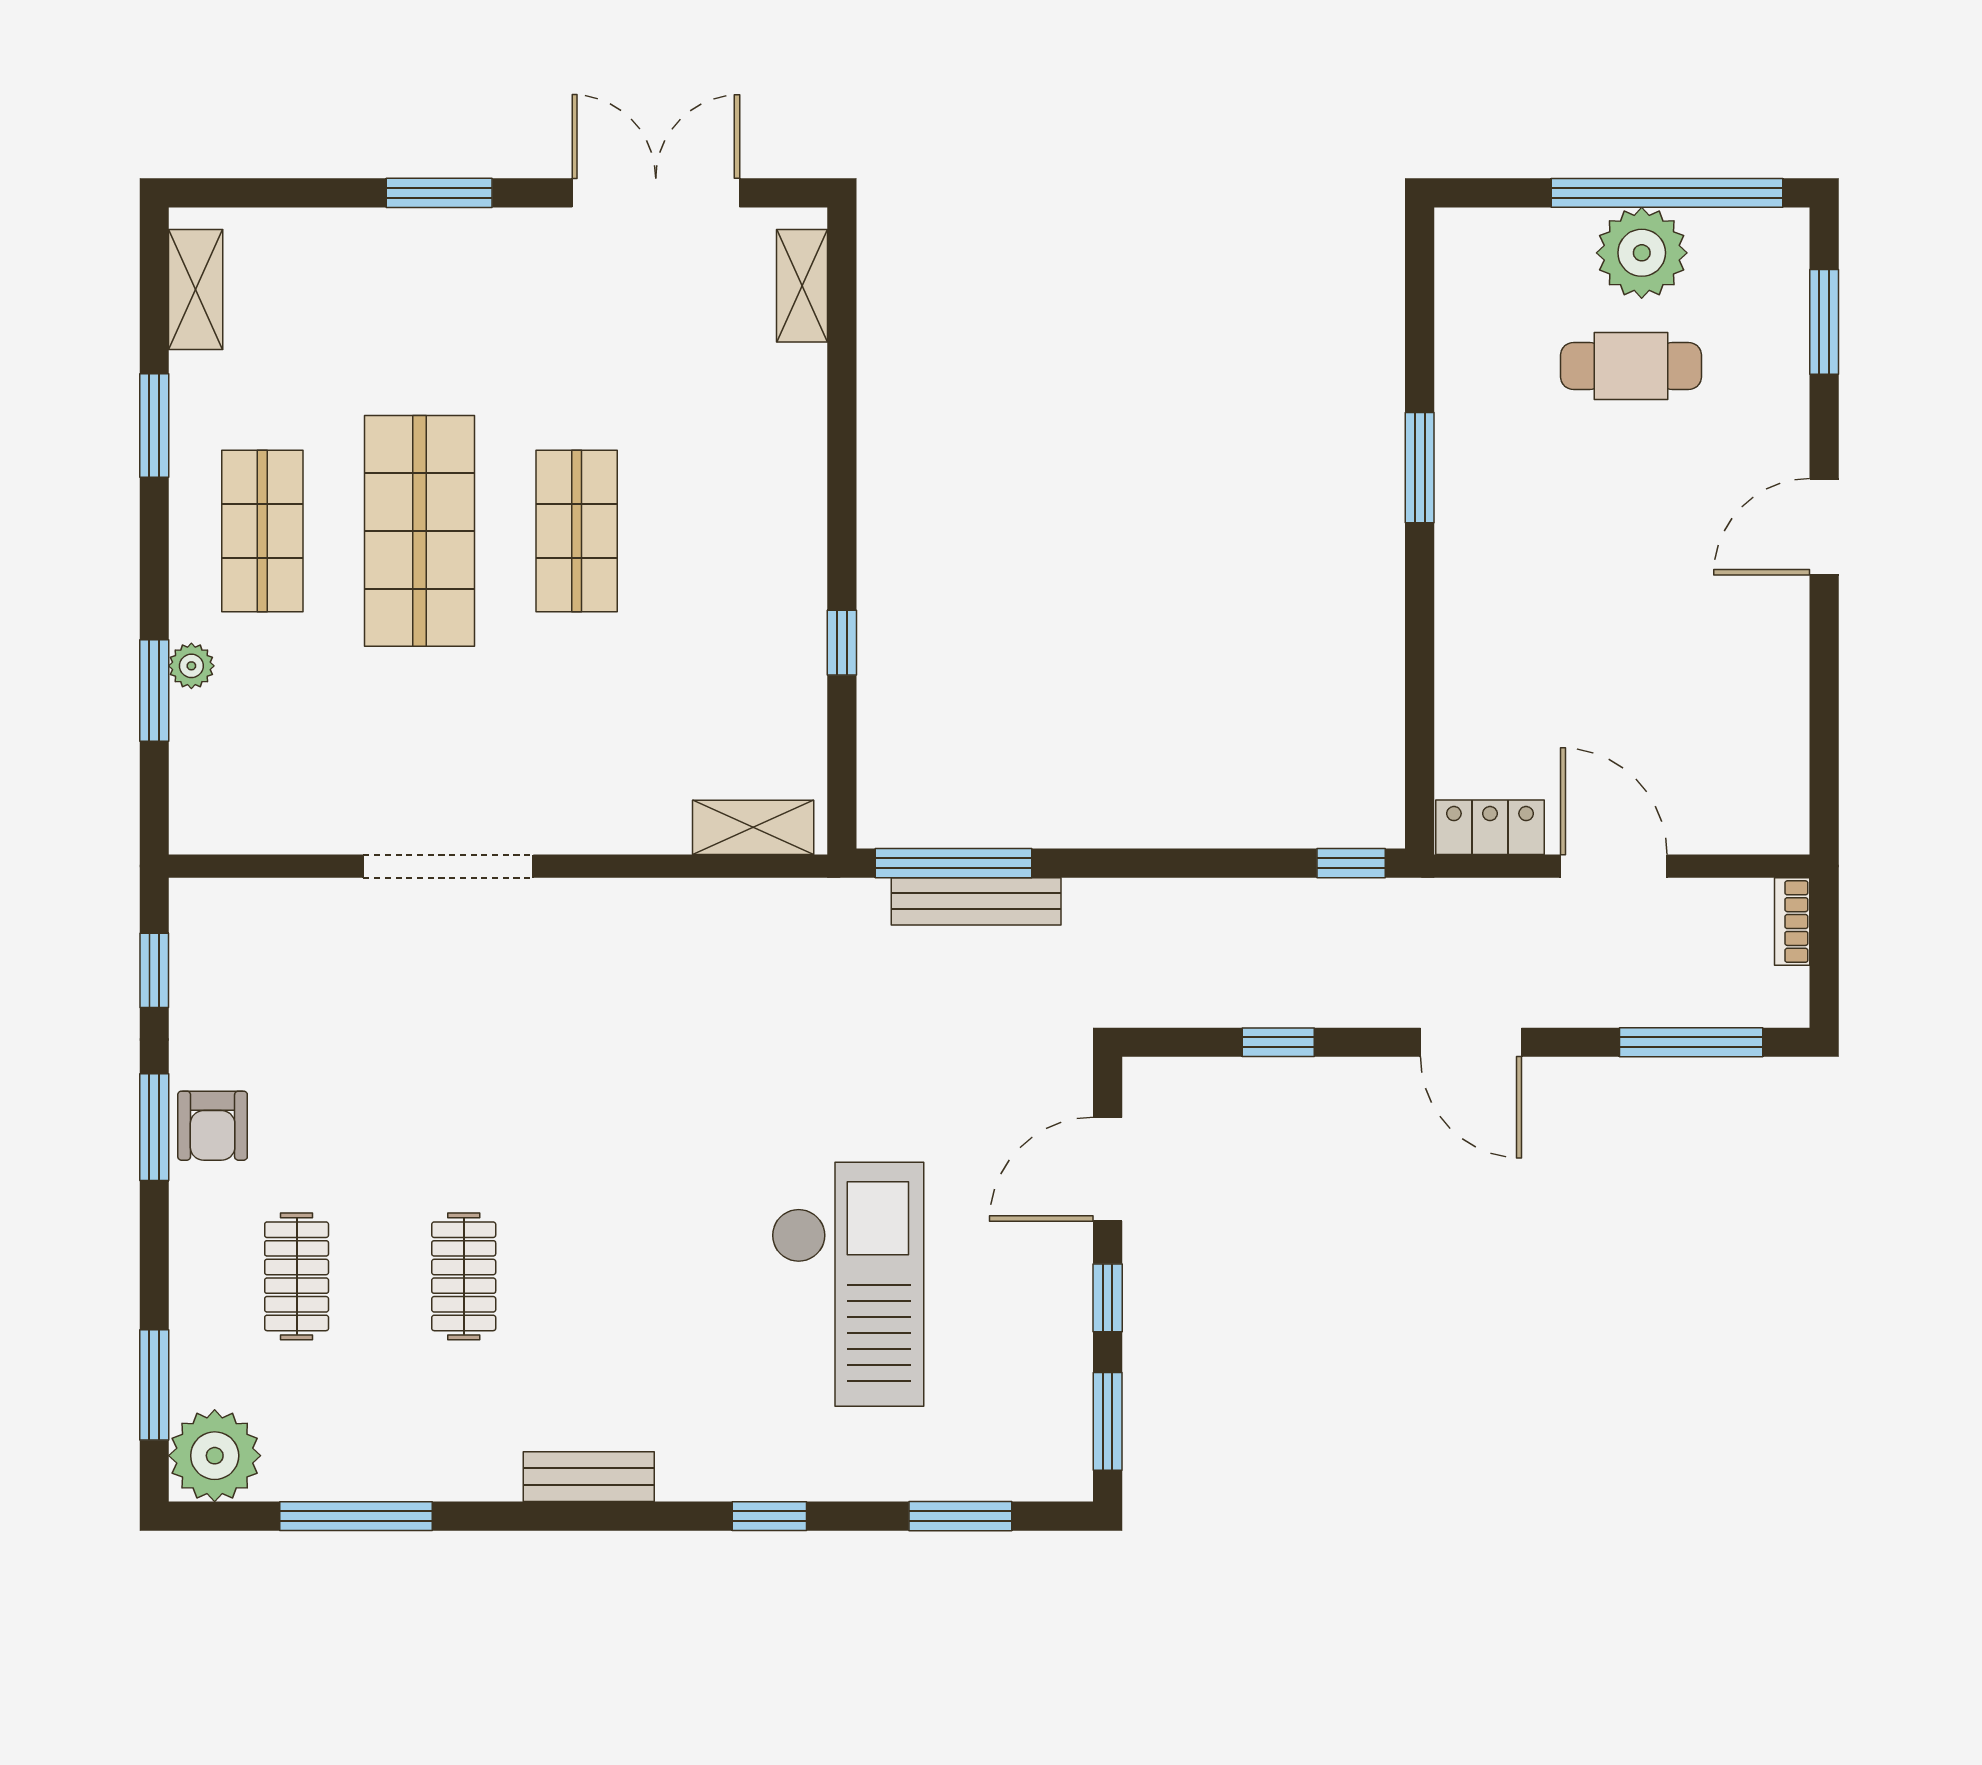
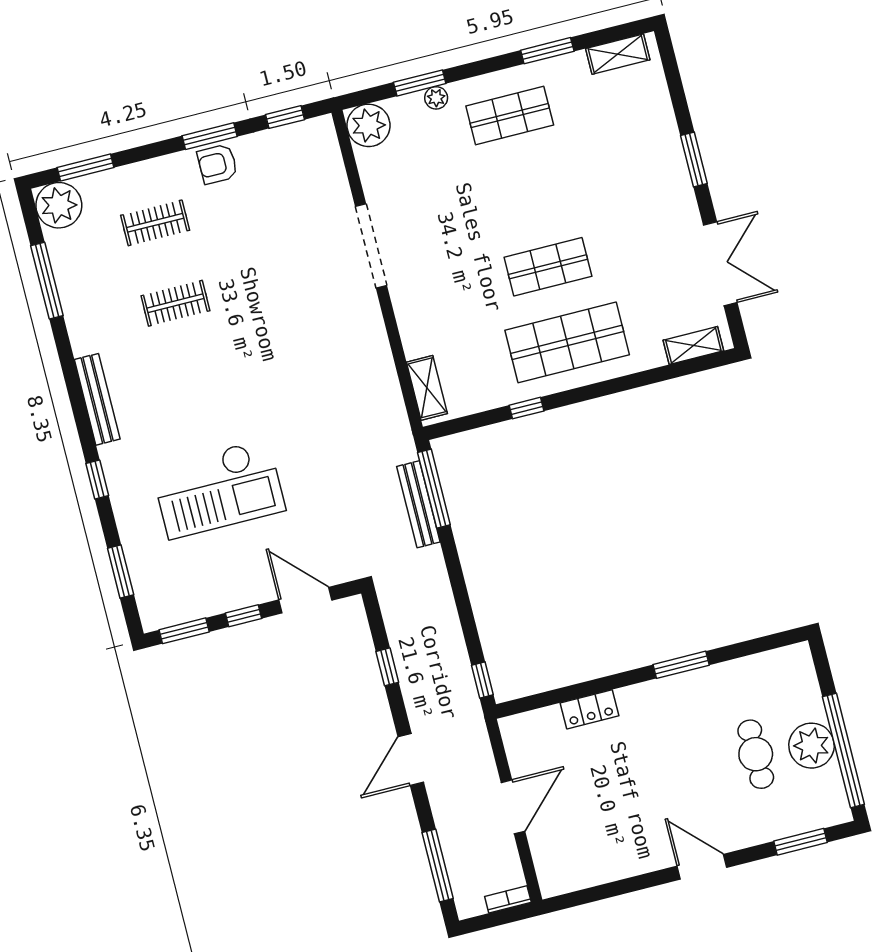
shop shelf: (419, 531) -> (567, 342), moved
plant: (212, 811) -> (369, 125), added
locker: (1490, 827) -> (590, 709), moved, turned 90
bench: (589, 1477) -> (97, 399), width x1.36

